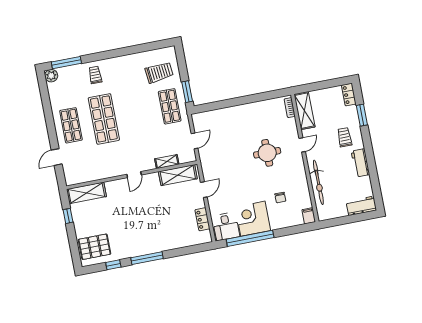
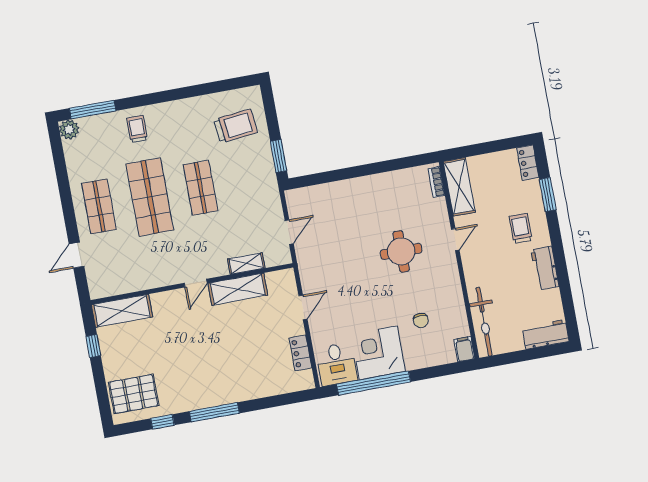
shop shelf: (170, 106) -> (201, 188), moved
shelving: (178, 175) -> (238, 289), moved
bicycle: (318, 182) -> (484, 322), moved

